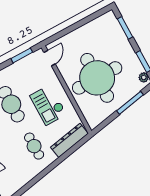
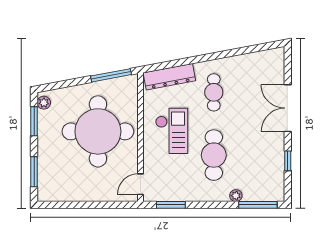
window: (130, 103) -> (111, 75), moved

